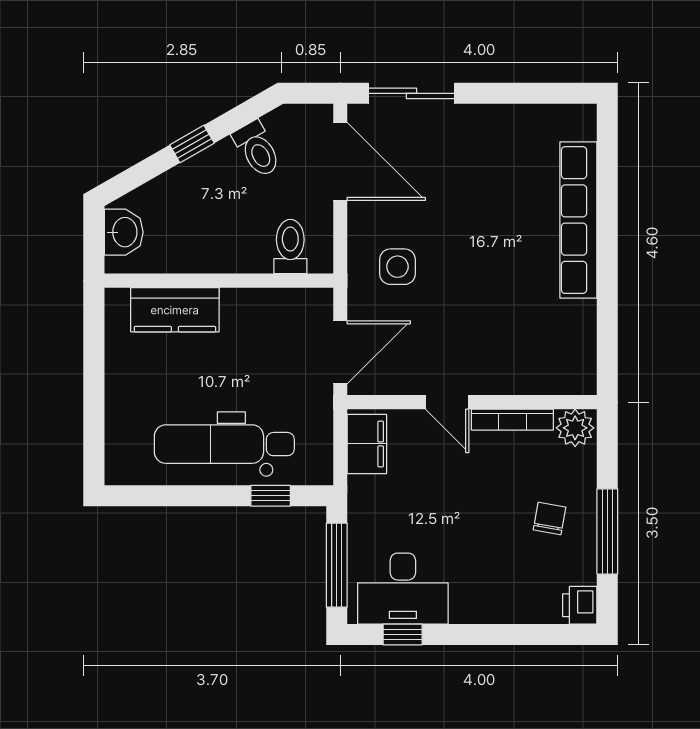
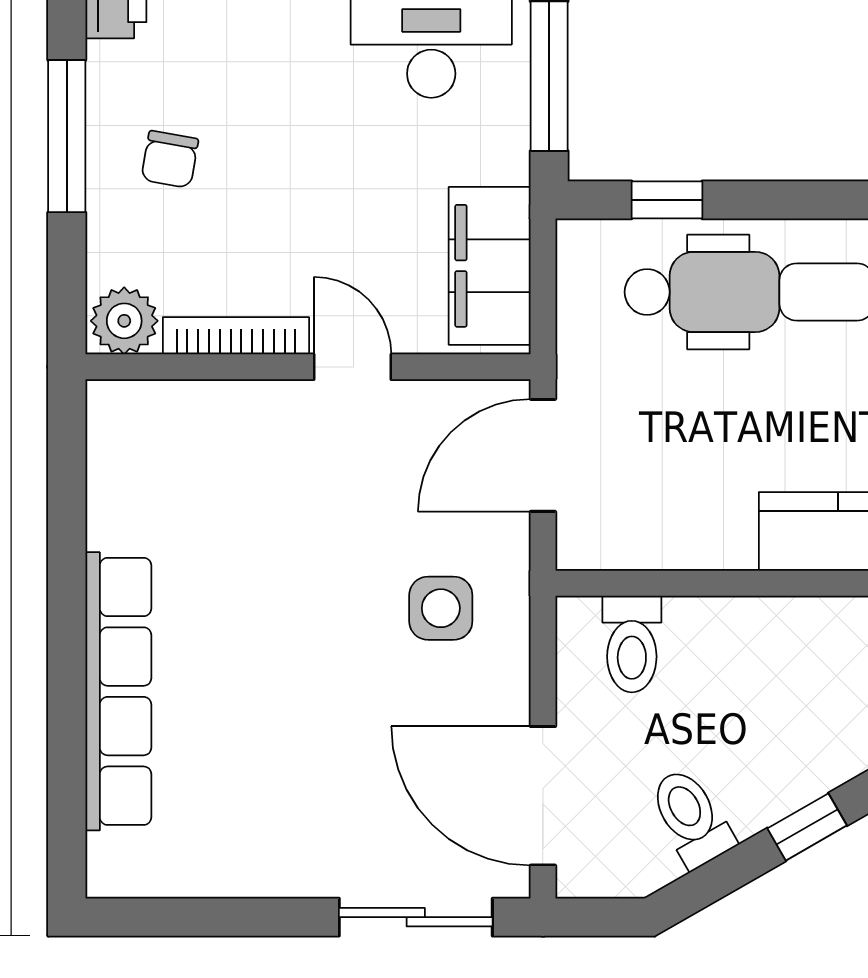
filing cabinet: (367, 444) -> (490, 266), width x1.50, depth x1.17

